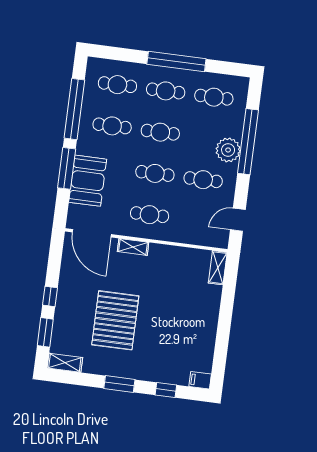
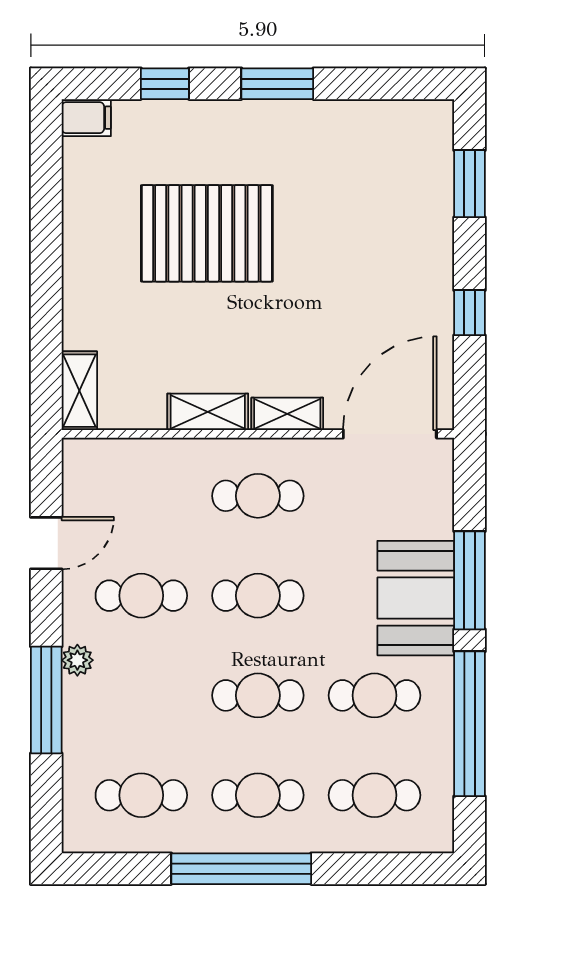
window: (248, 142) -> (46, 700), width x0.68
plant: (228, 150) -> (77, 660), width x0.53, depth x0.53
booth: (88, 181) -> (416, 598), moved
door: (238, 220) -> (46, 543), moved
door: (92, 233) -> (390, 434), hinge flipped
window: (50, 296) -> (470, 313), moved
pallet: (115, 320) -> (207, 233), moved, turned 90
shelving: (65, 363) -> (208, 412), moved

